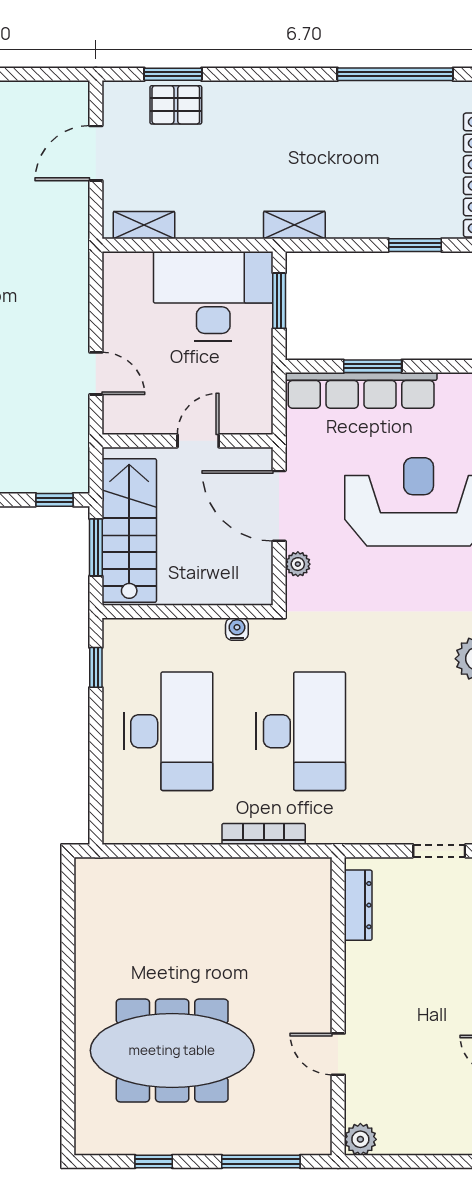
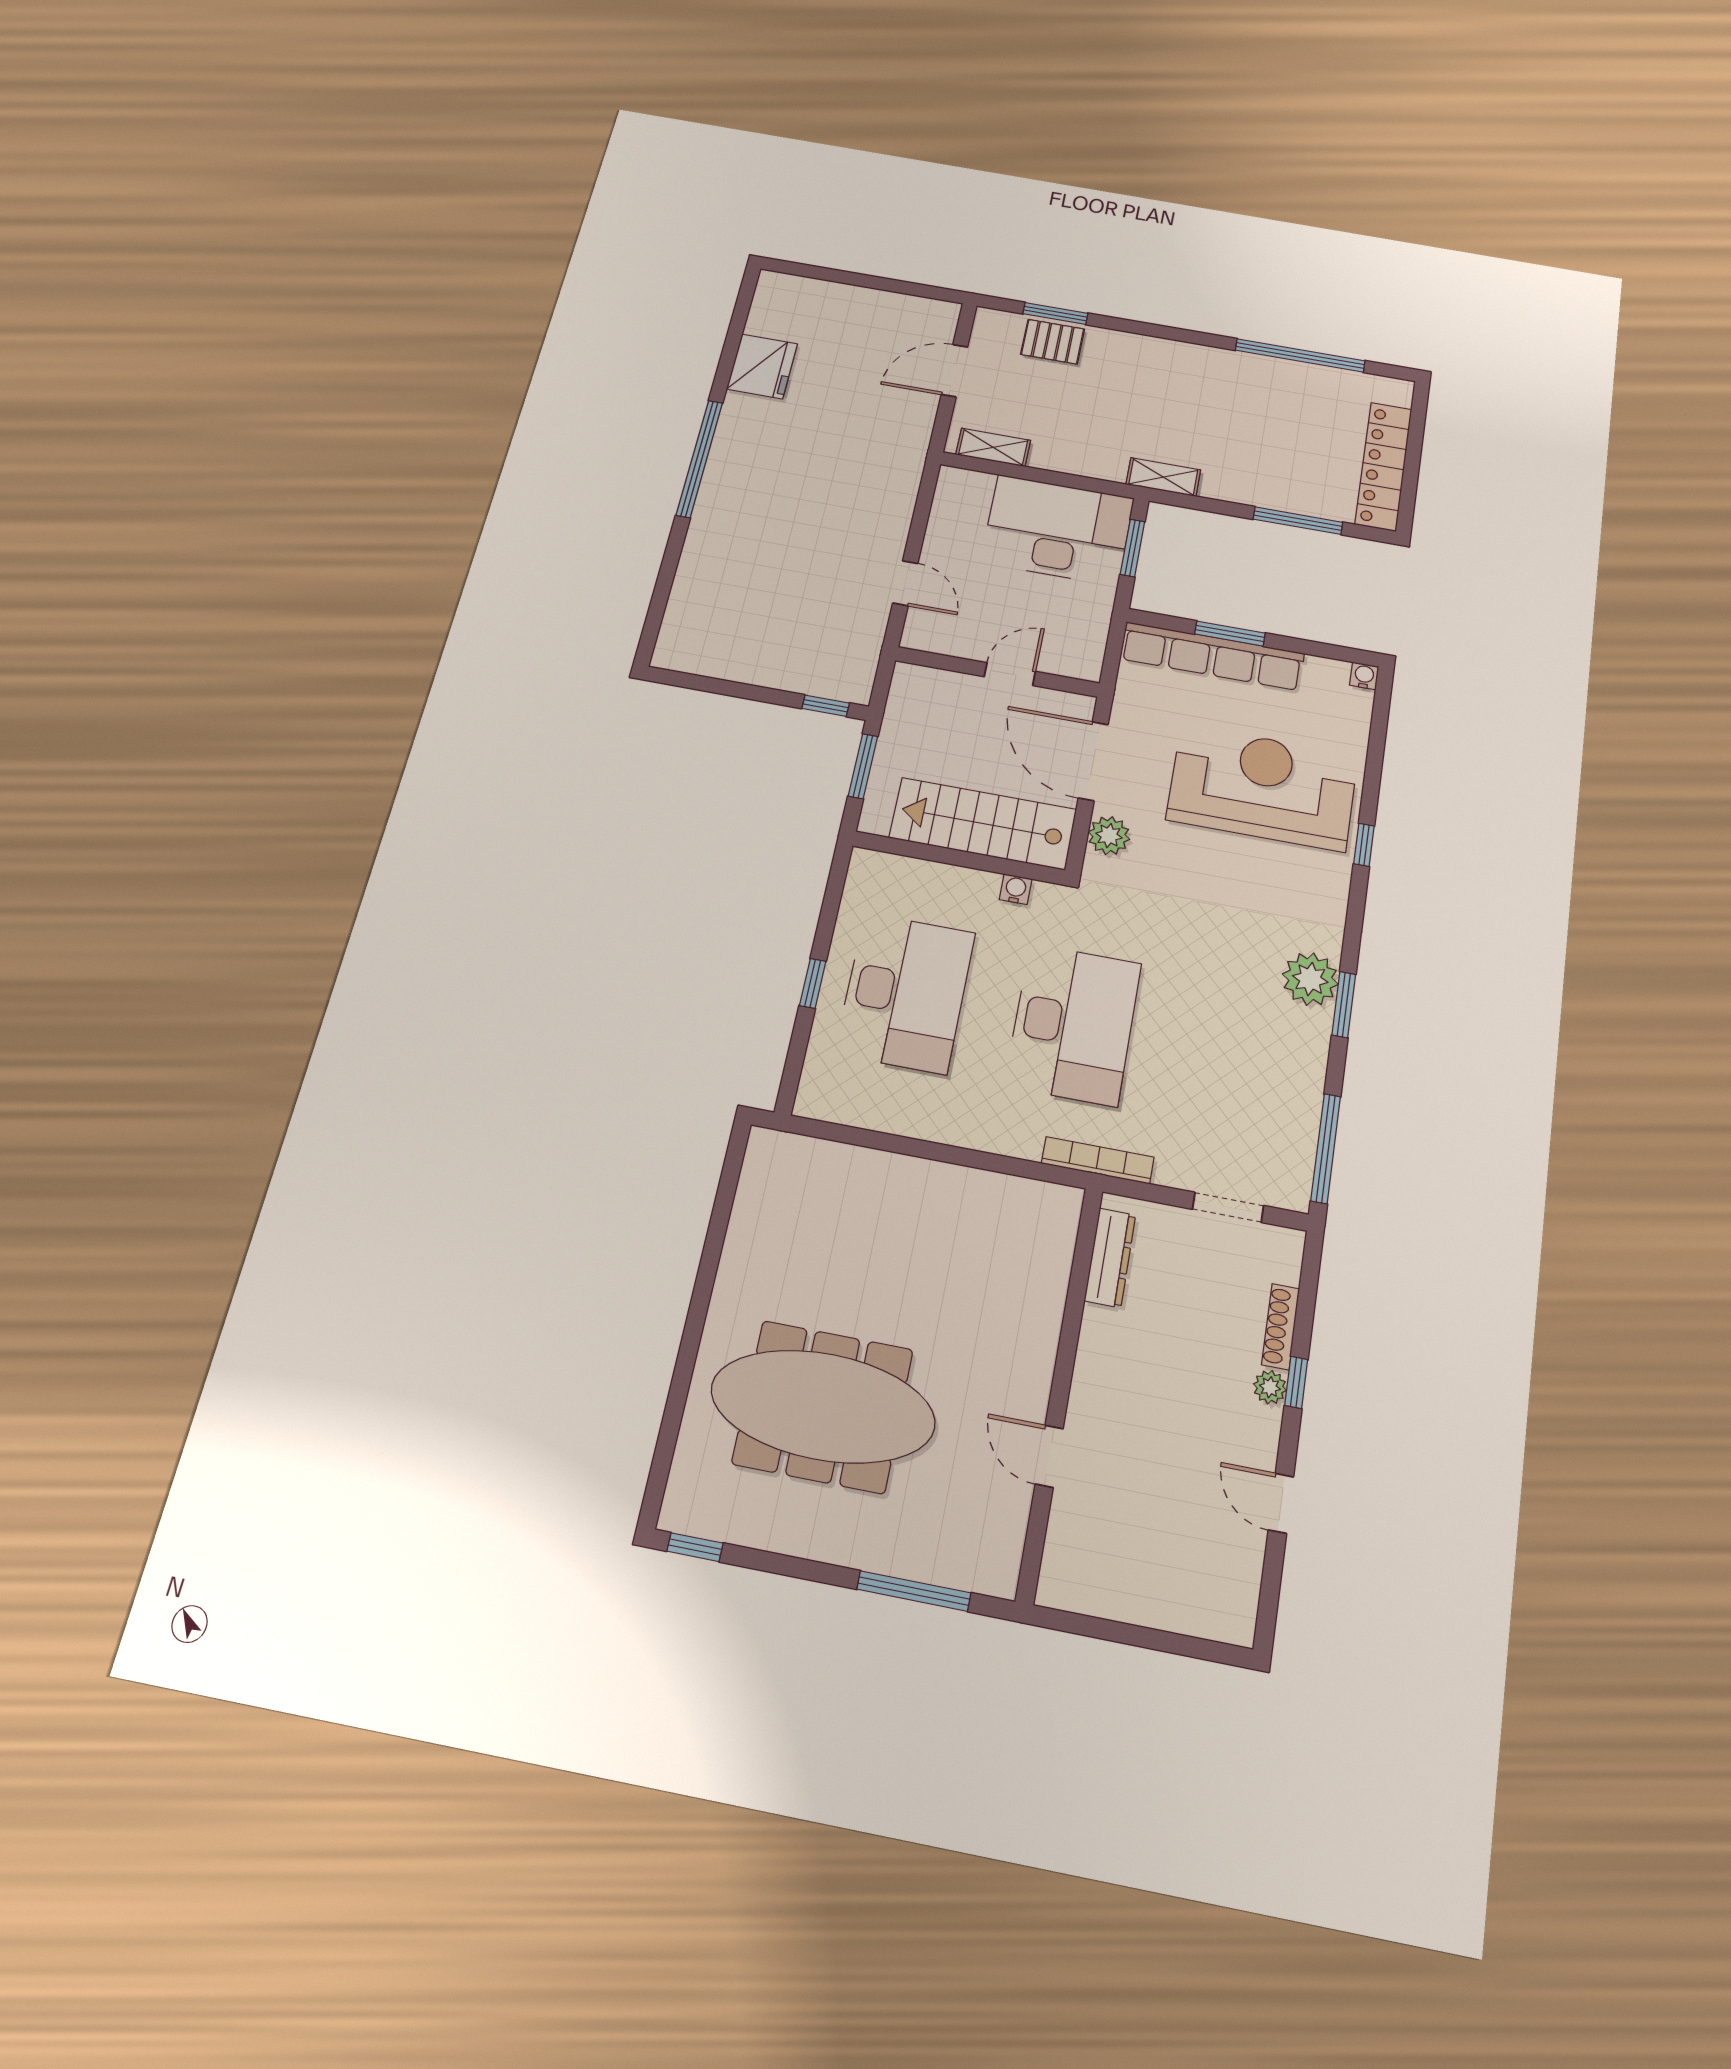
window: (415, 245) -> (1298, 521), width x1.44
stairs: (129, 530) -> (983, 824), moved, turned -90
plant: (298, 564) -> (1109, 836), width x1.38, depth x1.38
window: (96, 667) -> (813, 983), moved
bookcase: (264, 834) -> (1098, 1160), moved
plant: (360, 1139) -> (1060, 1586), removed
window: (154, 1161) -> (695, 1547), moved

